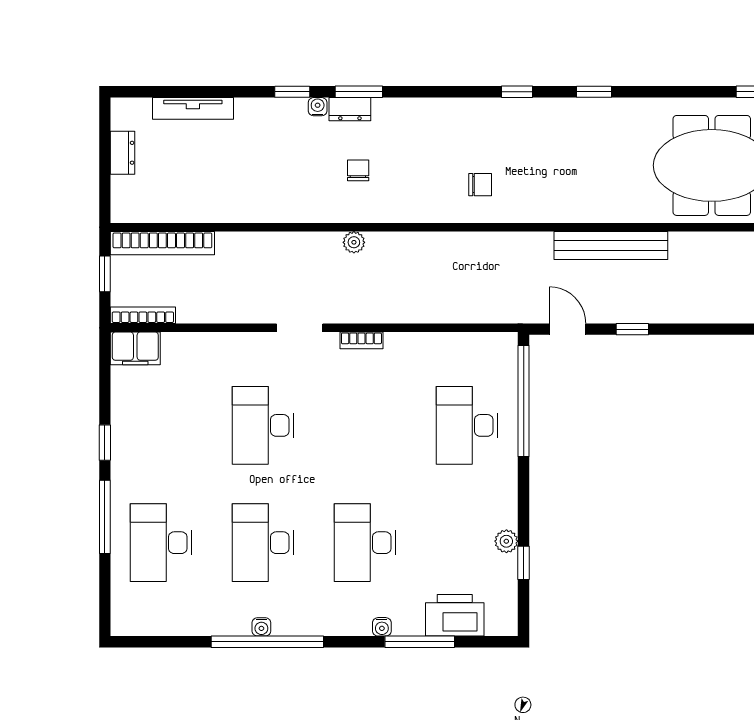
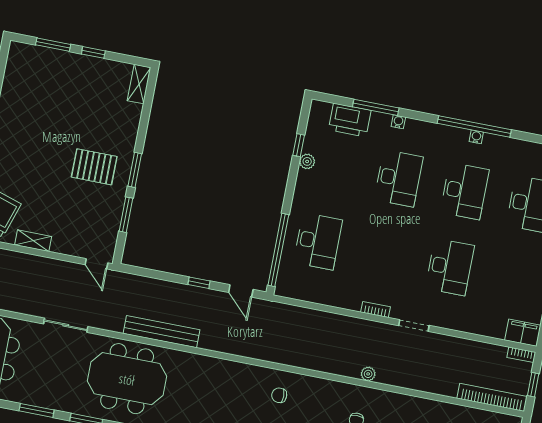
bench: (611, 245) -> (162, 332), moved
bookcase: (143, 315) -> (521, 355), width x0.64

